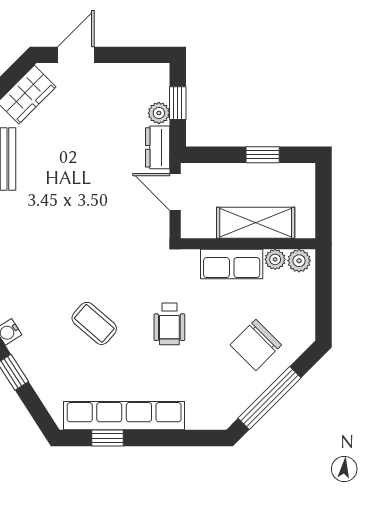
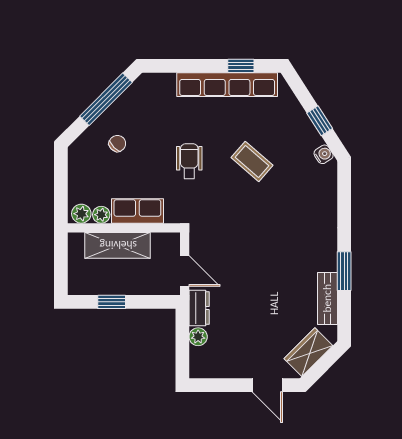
door: (76, 55) -> (267, 385), hinge flipped
window: (178, 103) -> (182, 345), removed
chair: (256, 345) -> (117, 144), width x0.54, depth x0.54

